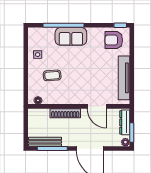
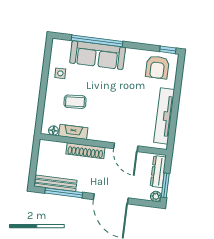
sofa: (71, 36) -> (98, 55), width x1.36
armchair: (114, 40) -> (157, 67), turned -90
fireplace: (54, 99) -> (73, 132), added

